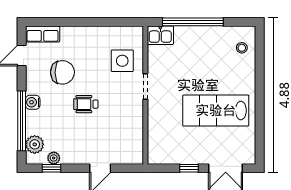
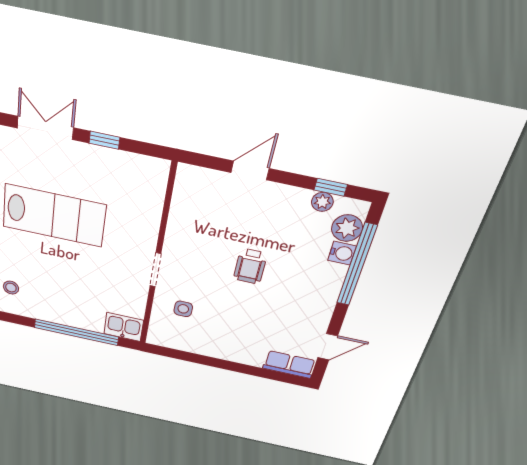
side table: (122, 61) -> (183, 309), width x0.54, depth x0.54
chair: (62, 72) -> (274, 314), removed
water cooler: (33, 102) -> (342, 253), moved
wheelchair: (86, 104) -> (250, 266), turned 90

